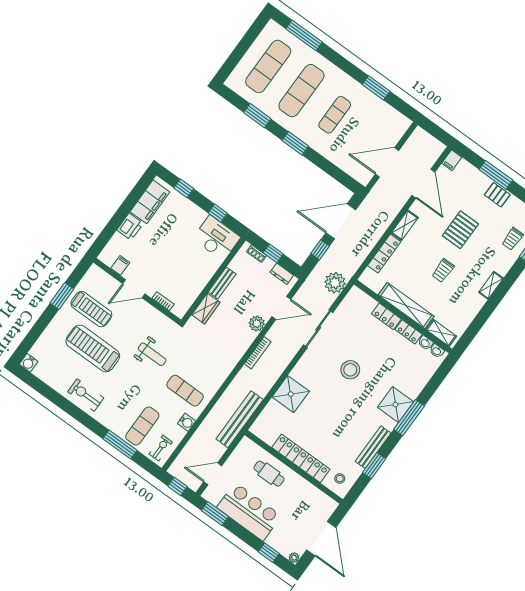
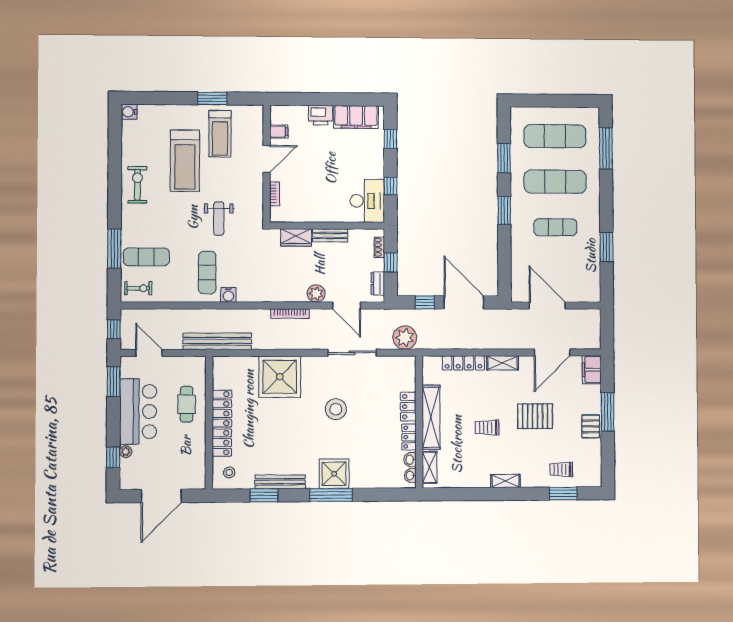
filing cabinet: (452, 160) -> (592, 370), width x2.00
door: (134, 289) -> (267, 159), swing flipped
treadmill: (93, 348) -> (185, 161), turned 180
shower: (291, 394) -> (280, 377), width x1.37, depth x1.37
water cooler: (187, 422) -> (228, 295), moved
plant: (294, 558) -> (126, 452), moved

